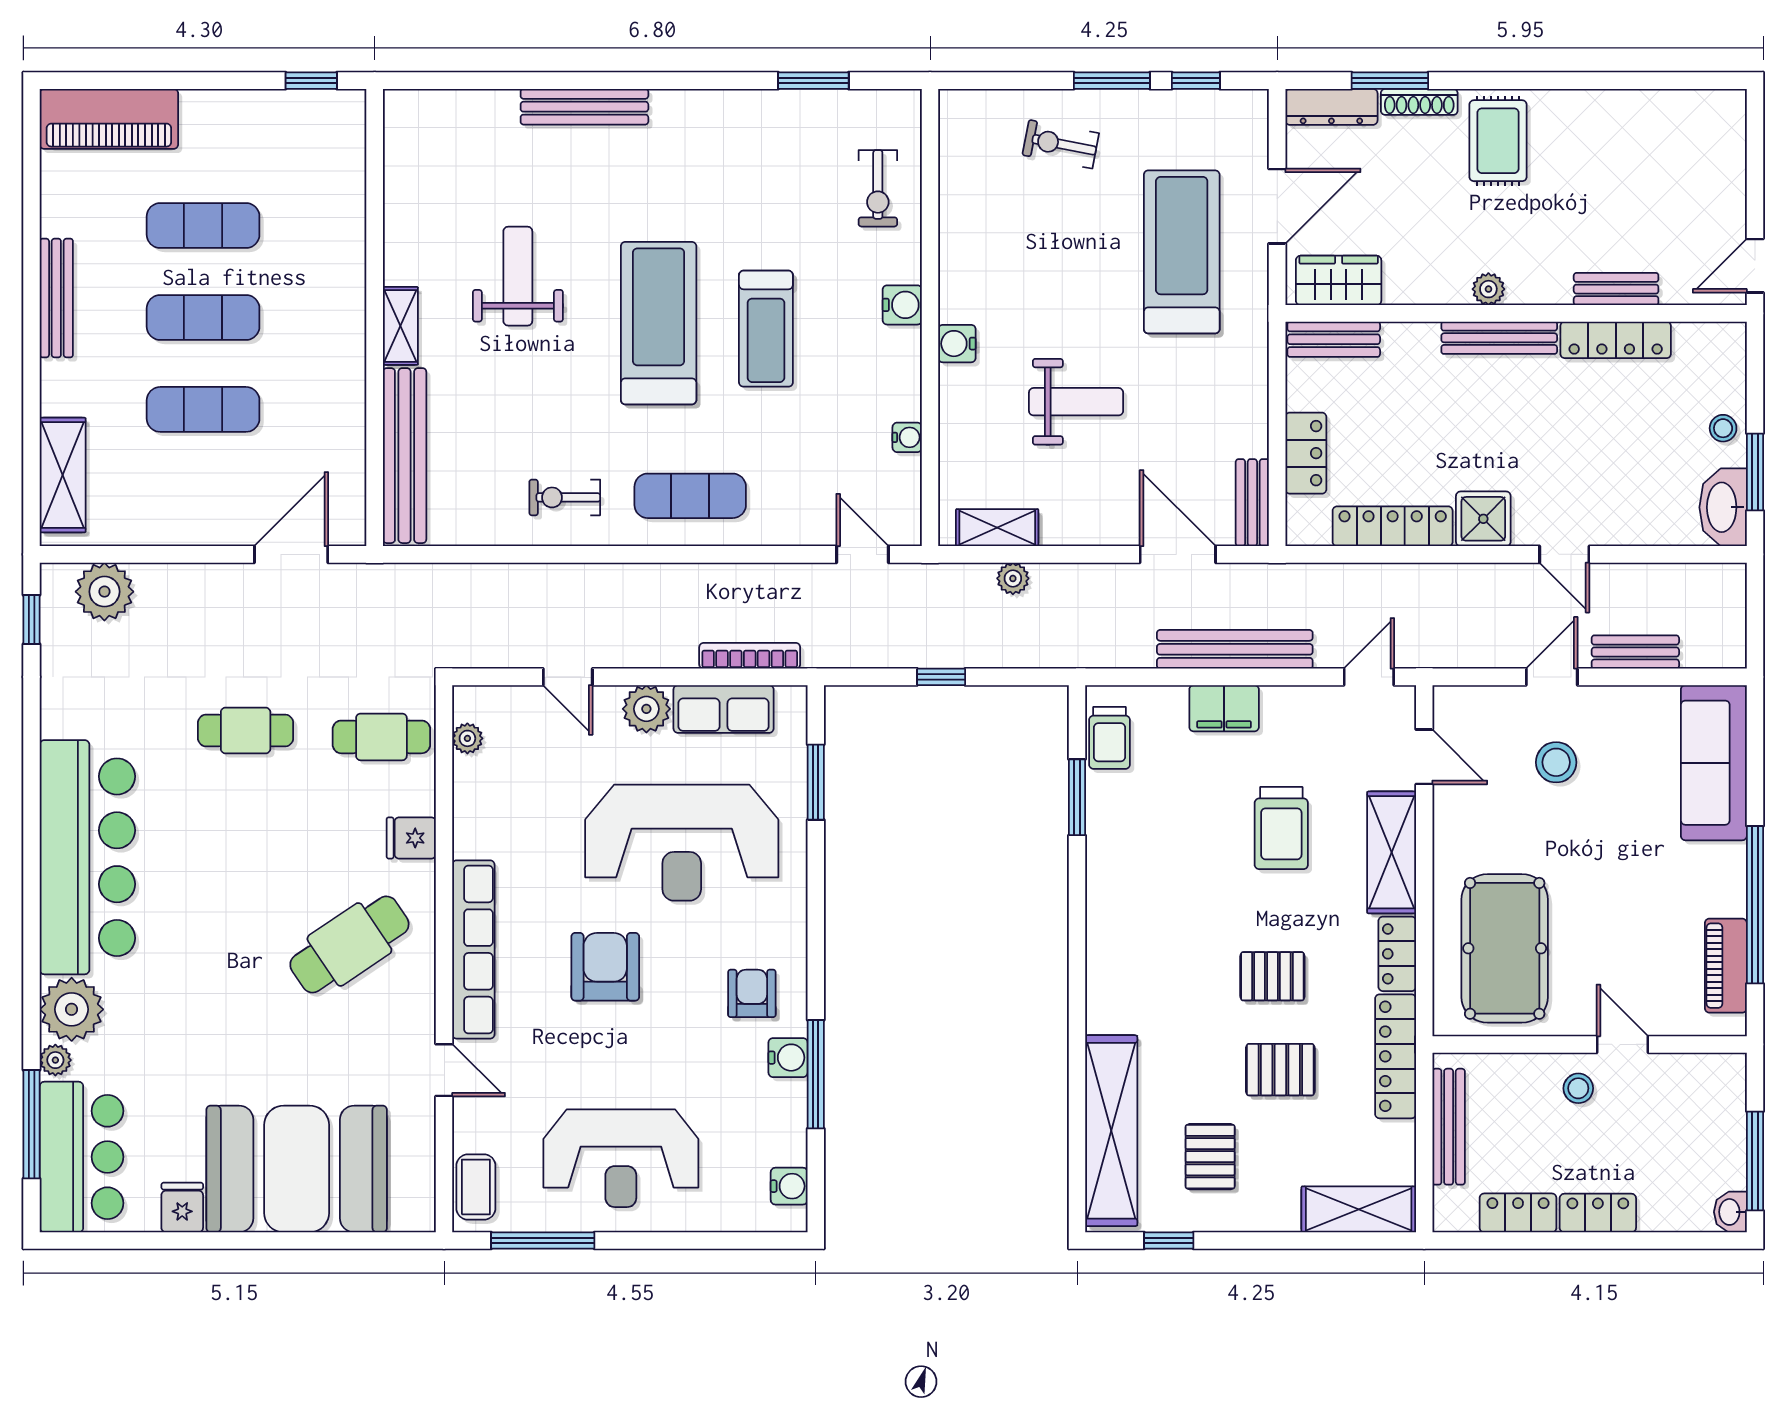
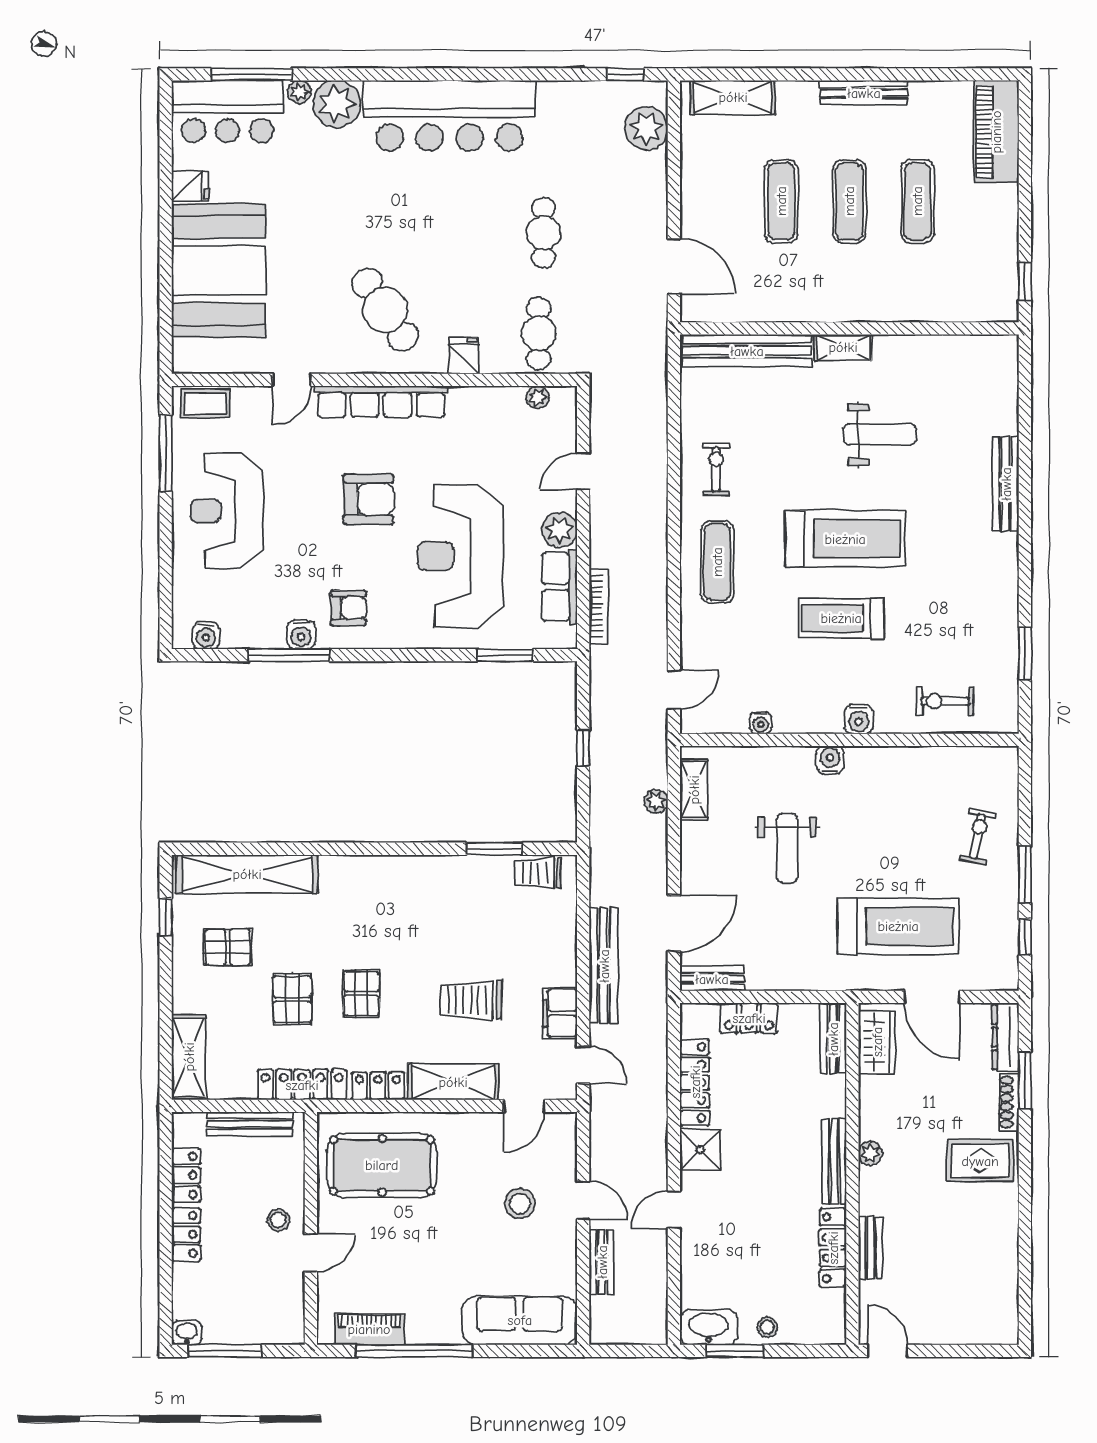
filing cabinet: (1224, 708) -> (560, 1013), moved

